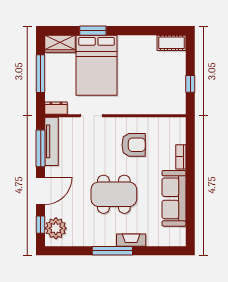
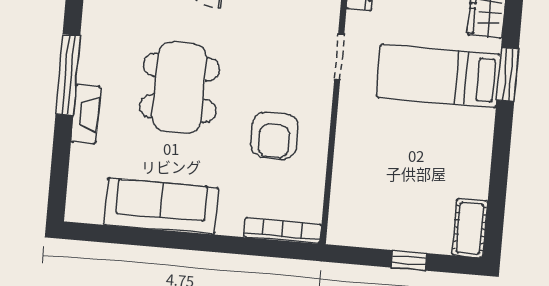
bed: (97, 65) -> (438, 76), width x0.67
window: (190, 84) -> (409, 260), moved
bookcase: (181, 157) -> (283, 231), moved, width x1.56

